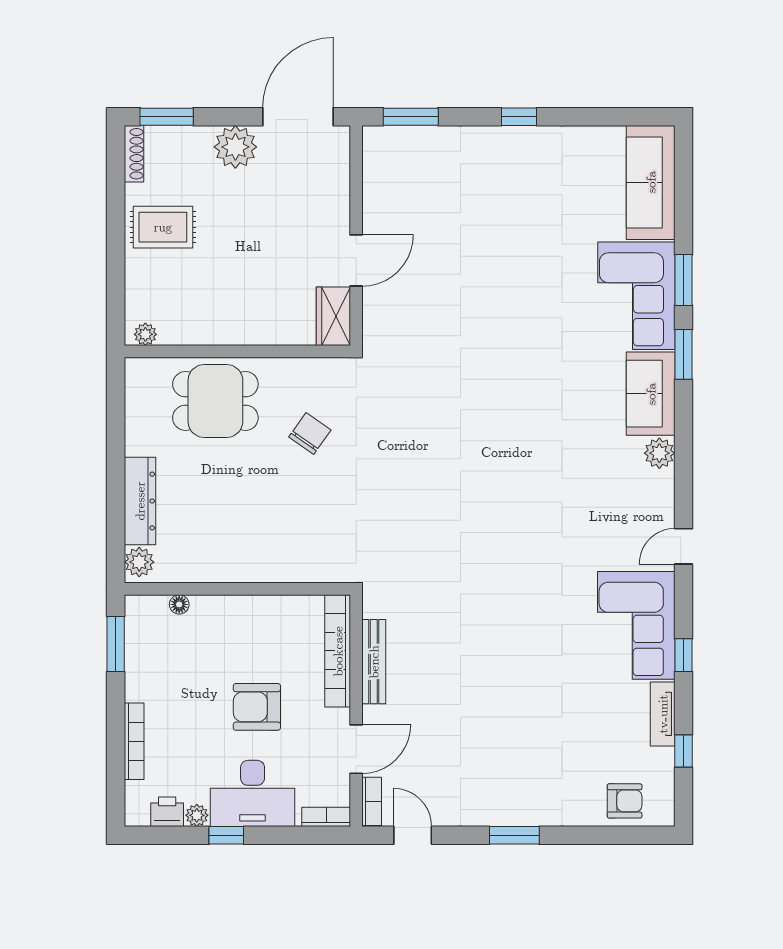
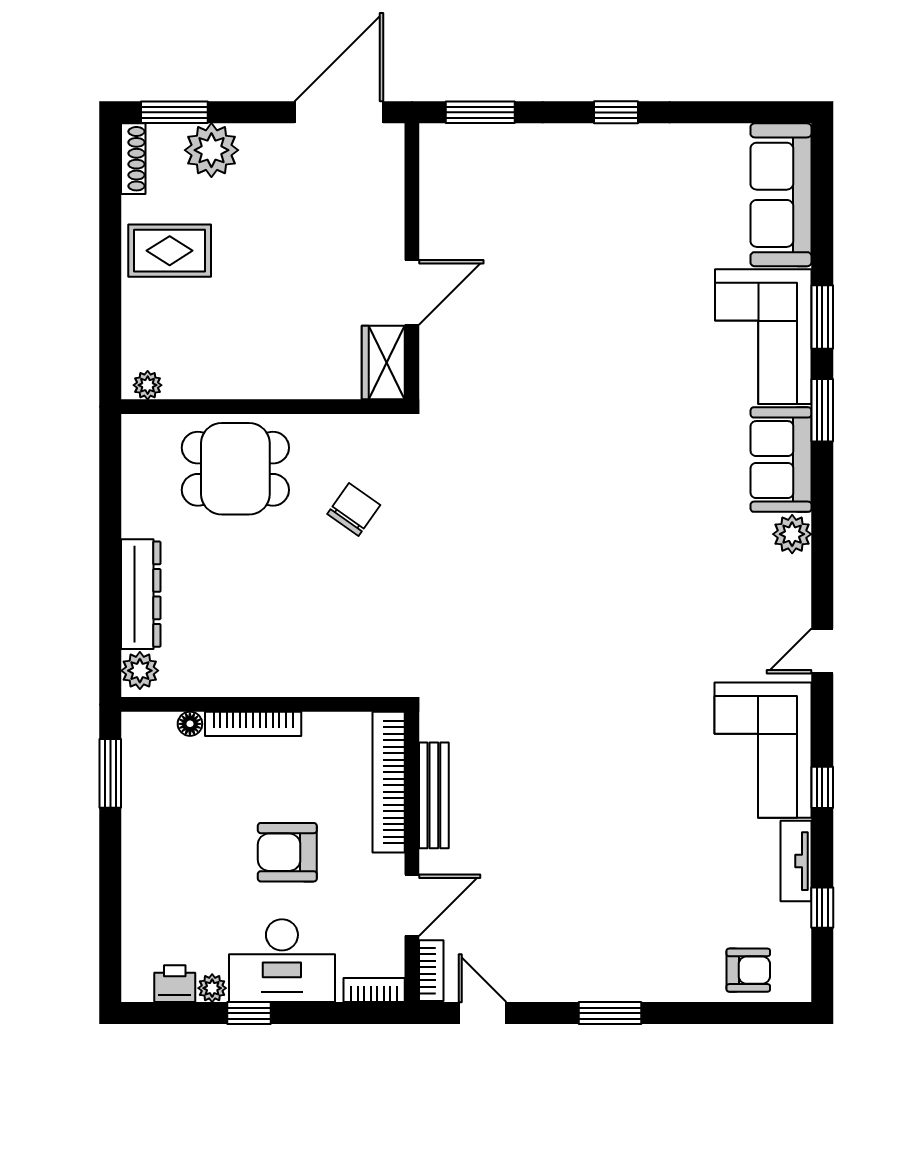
plant: (235, 147) -> (211, 150), moved
bookcase: (134, 741) -> (253, 724), moved, turned 90

